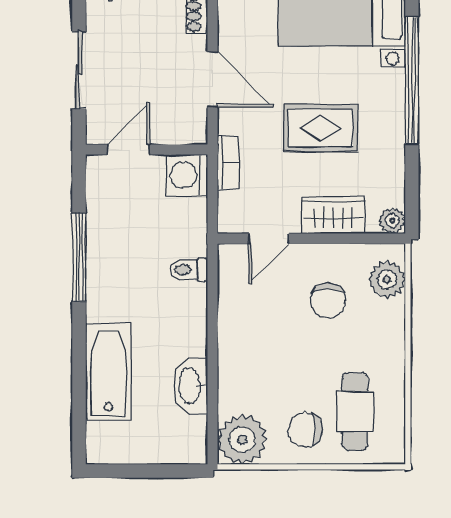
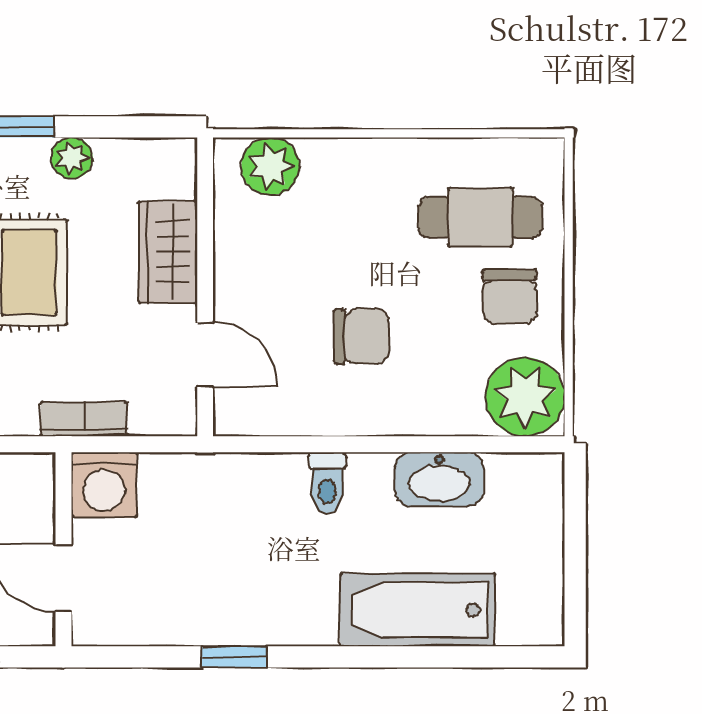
plant: (392, 221) -> (72, 158), moved
window: (79, 257) -> (234, 657), width x0.46
toilet: (188, 270) -> (327, 483), moved
chair: (328, 300) -> (361, 336), moved

